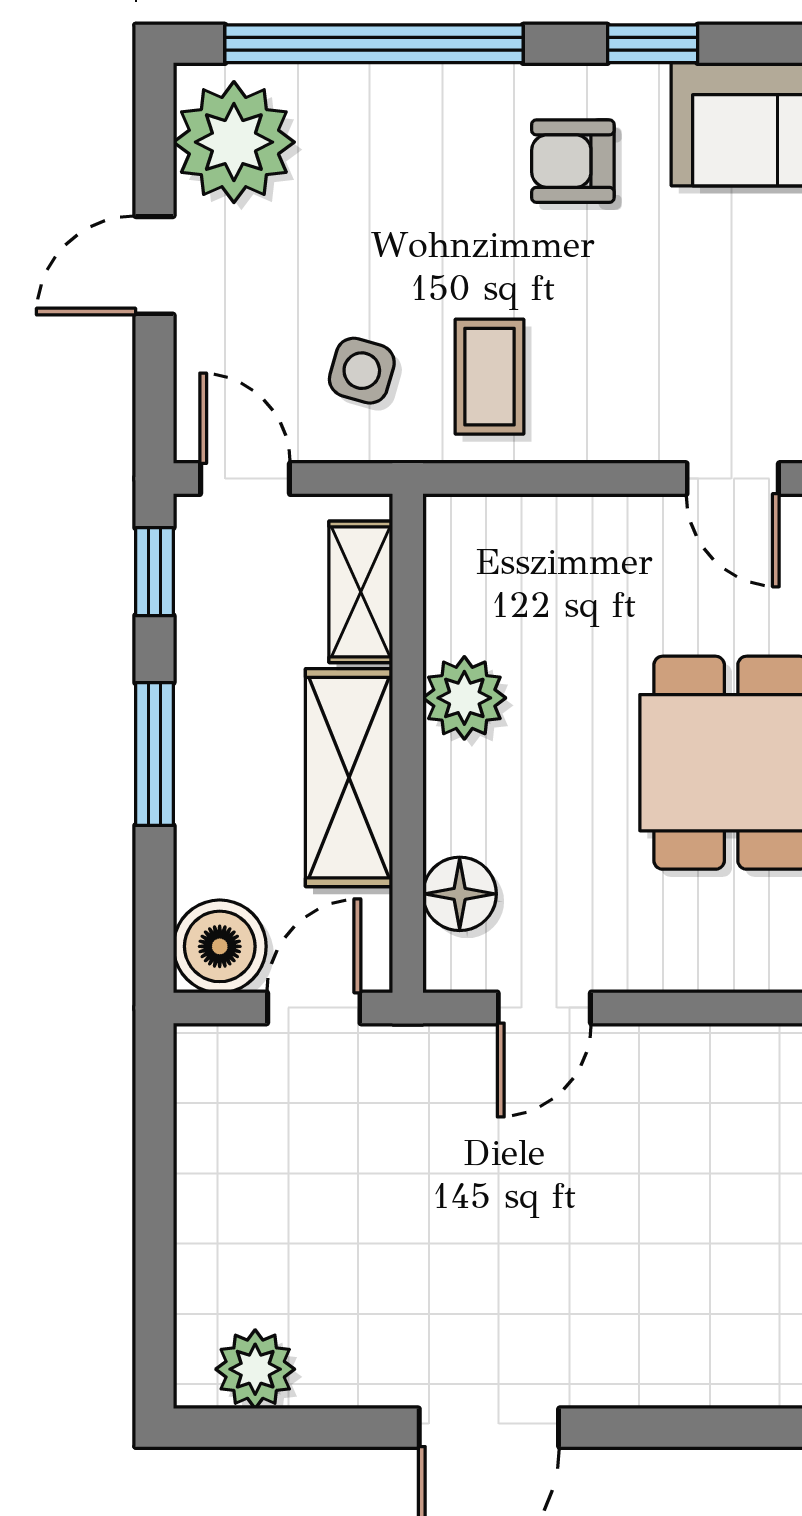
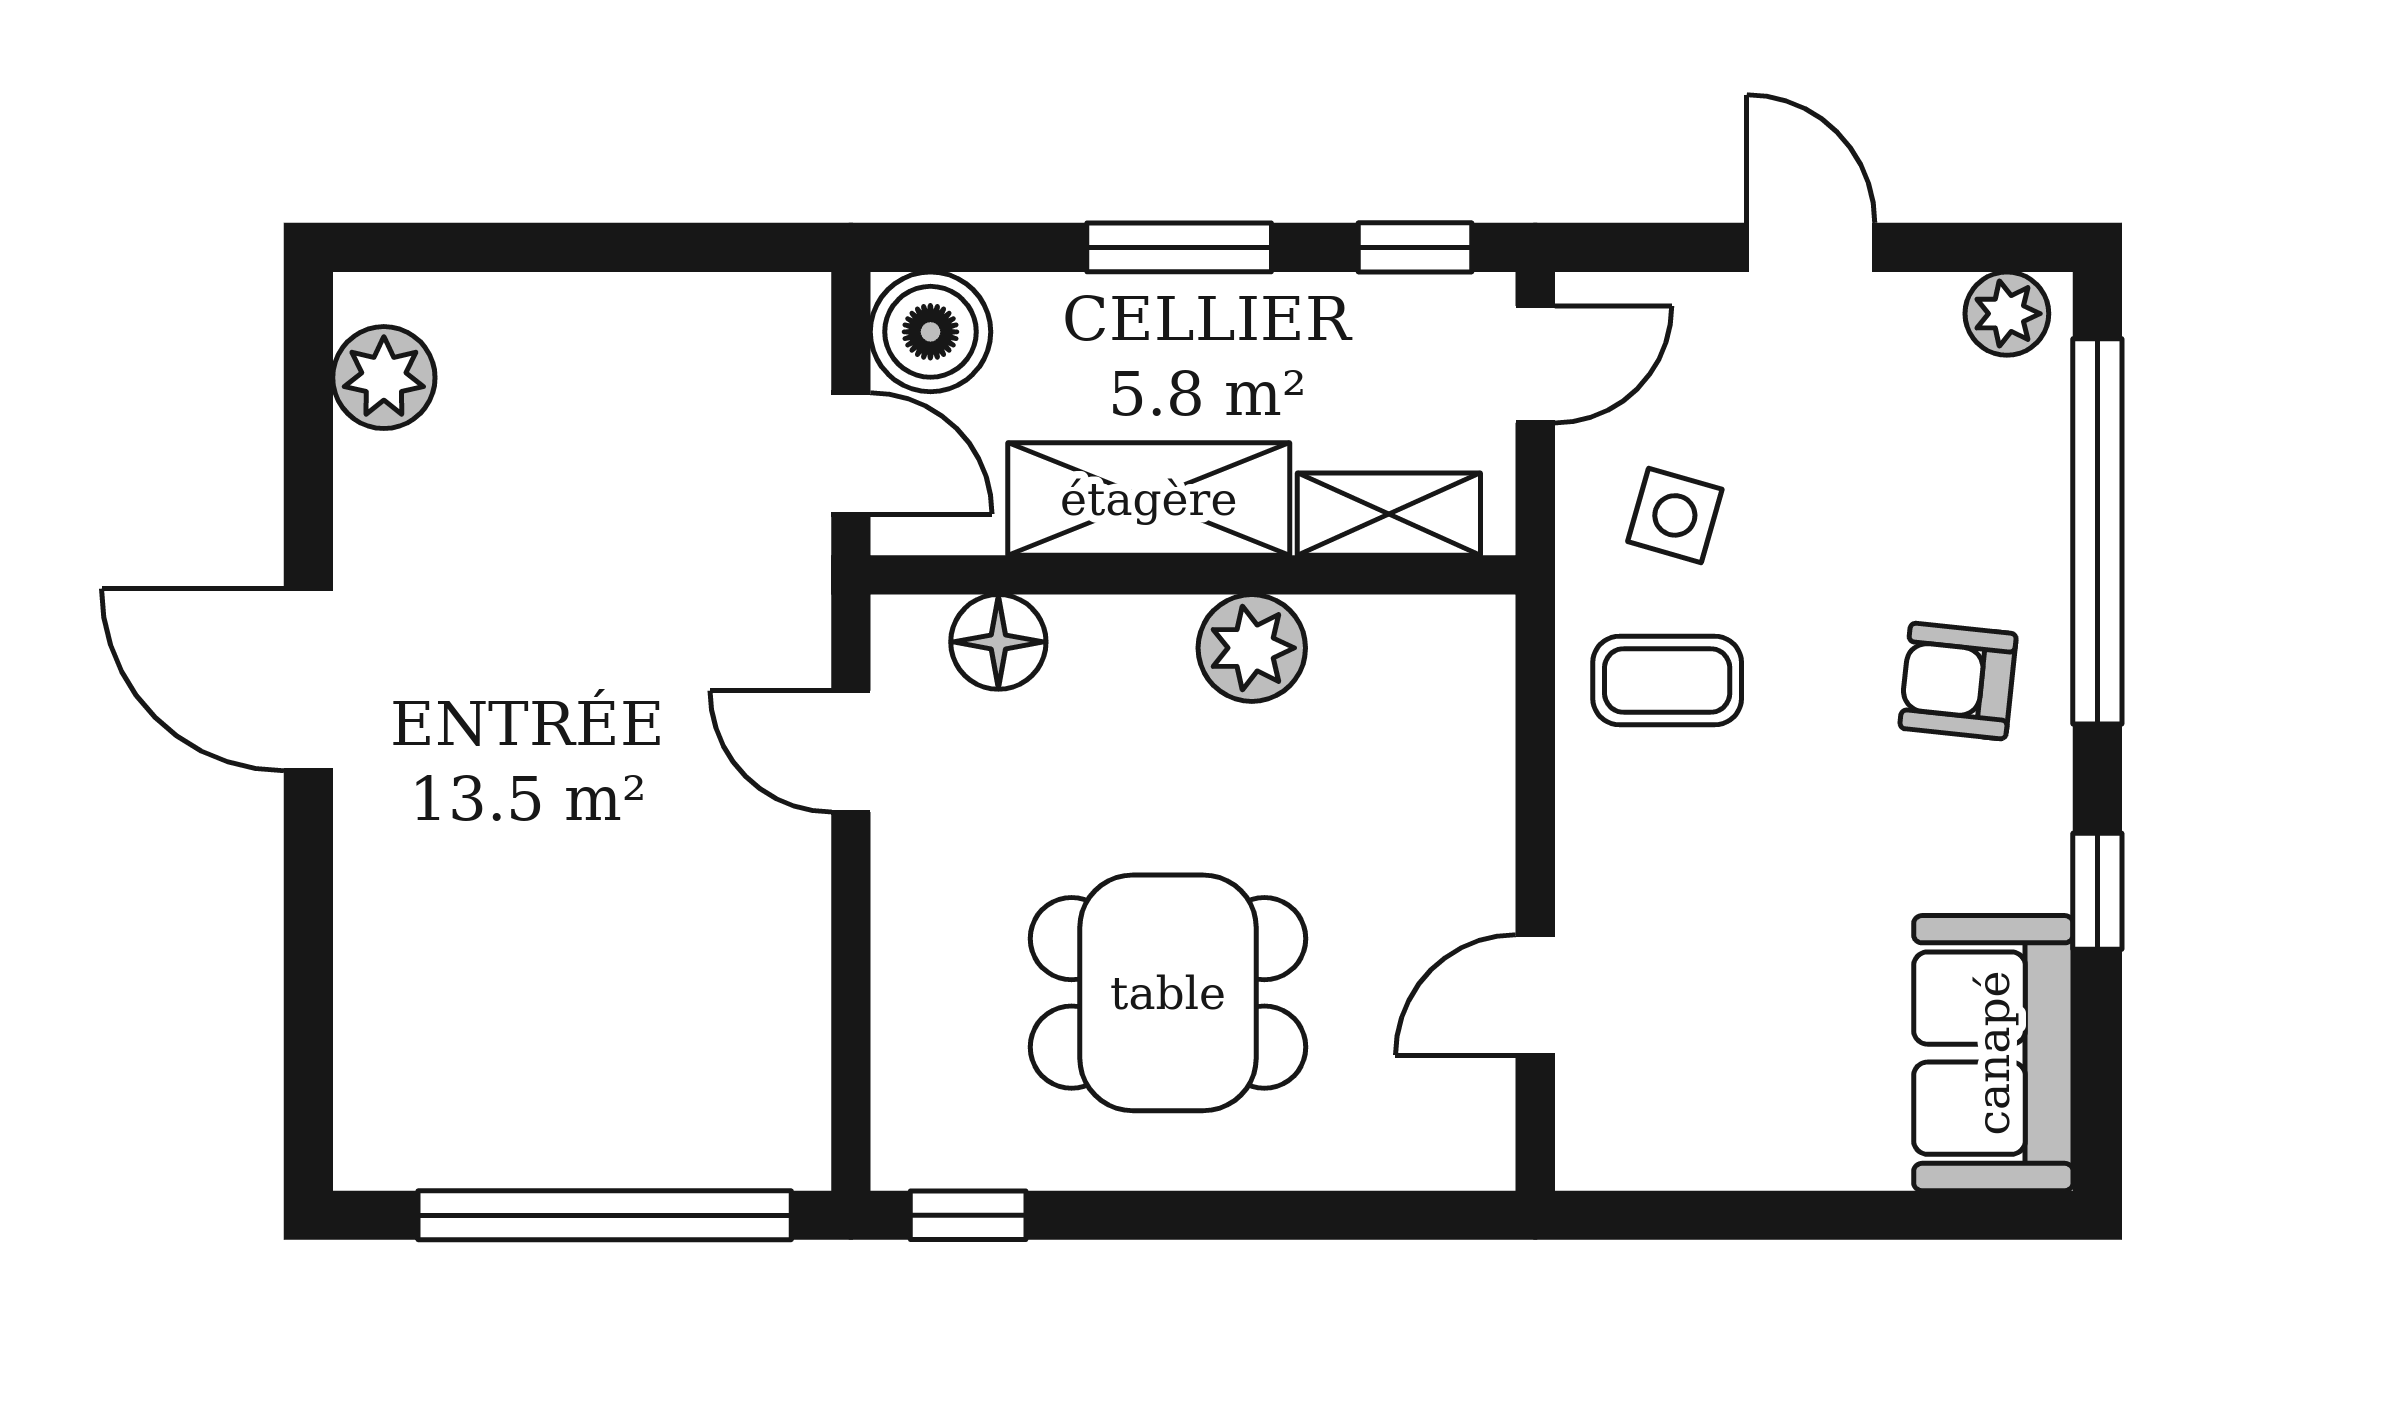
plant: (234, 142) -> (2007, 314), width x0.53, depth x0.53
armchair: (573, 161) -> (1958, 681), moved, turned -84

